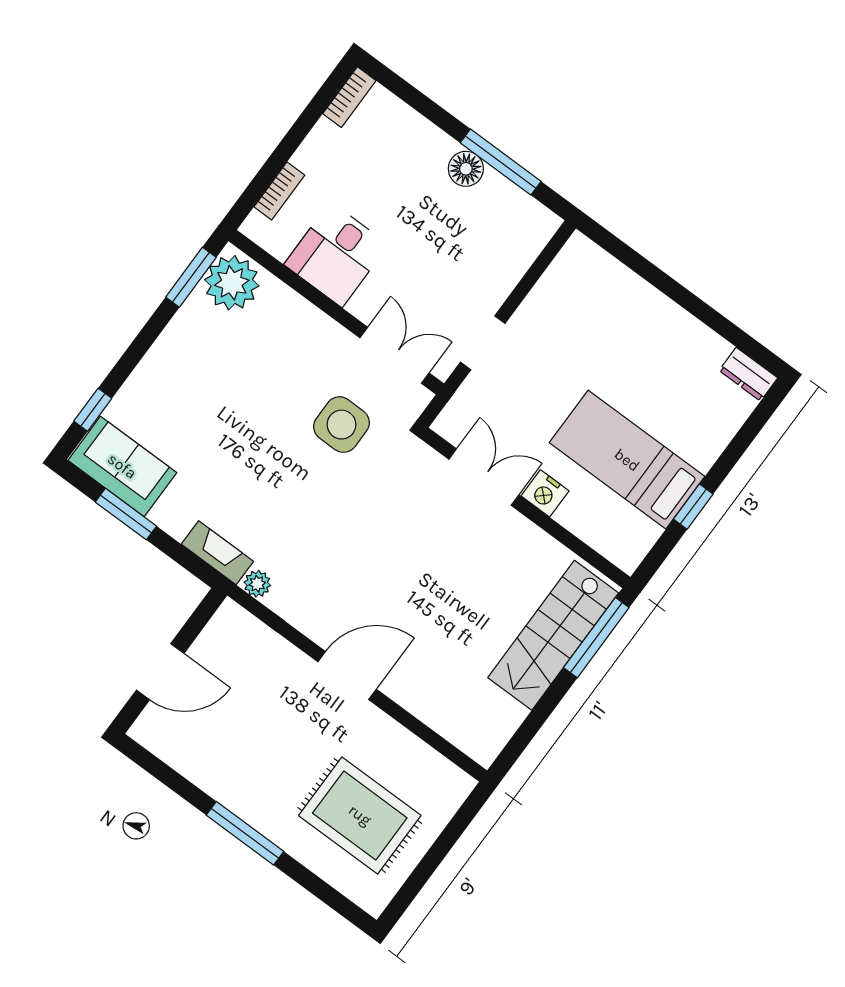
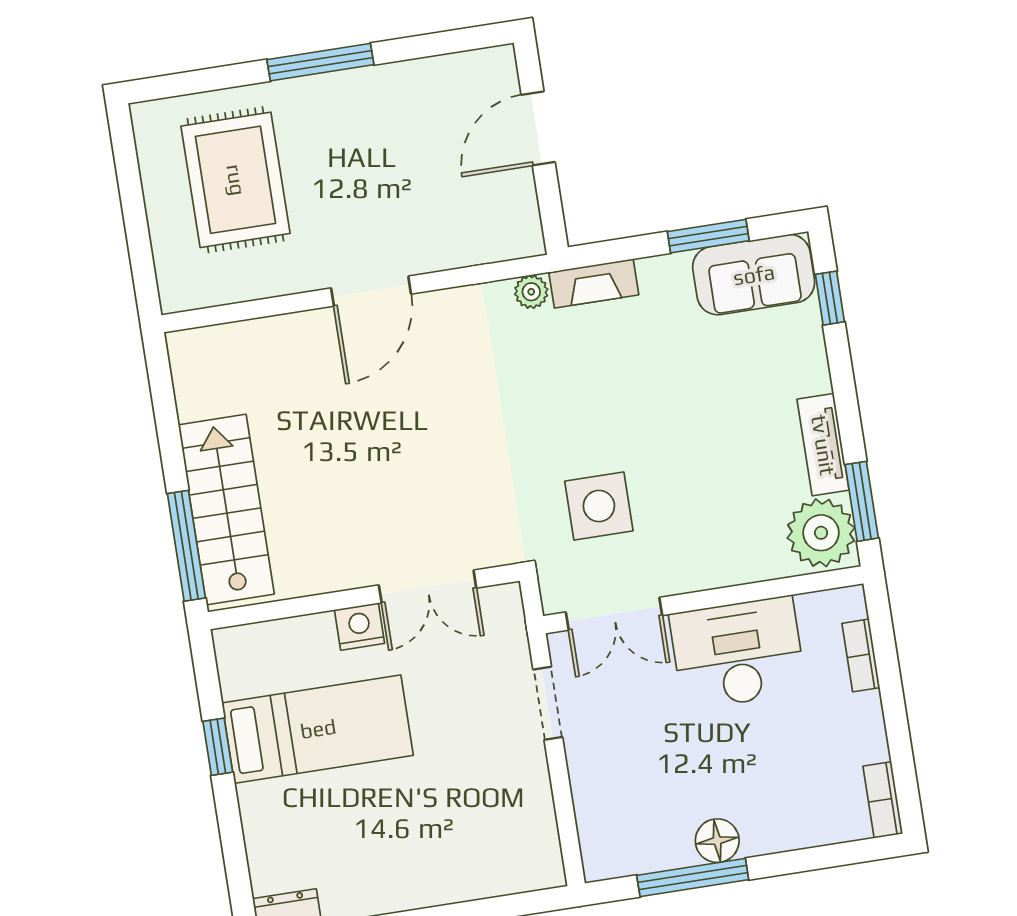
desk: (336, 255) -> (738, 653), width x1.37
tv unit: (180, 331) -> (823, 445), added
rug: (360, 815) -> (236, 180), turned 90

